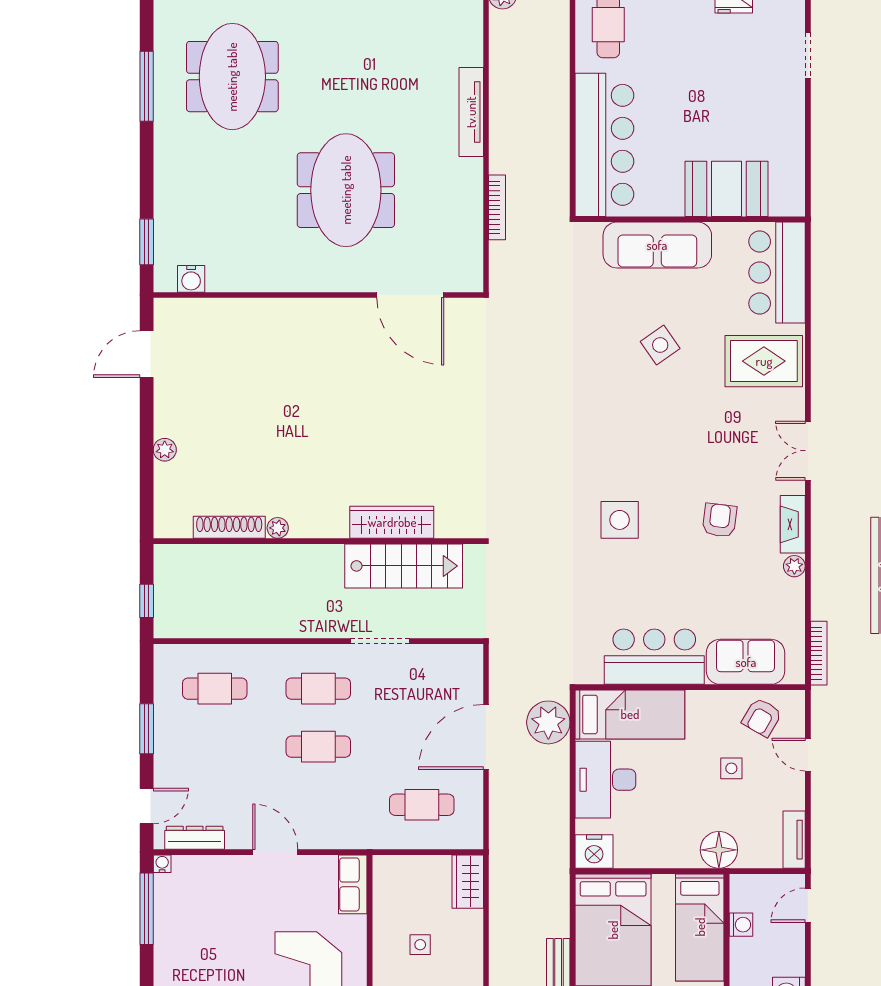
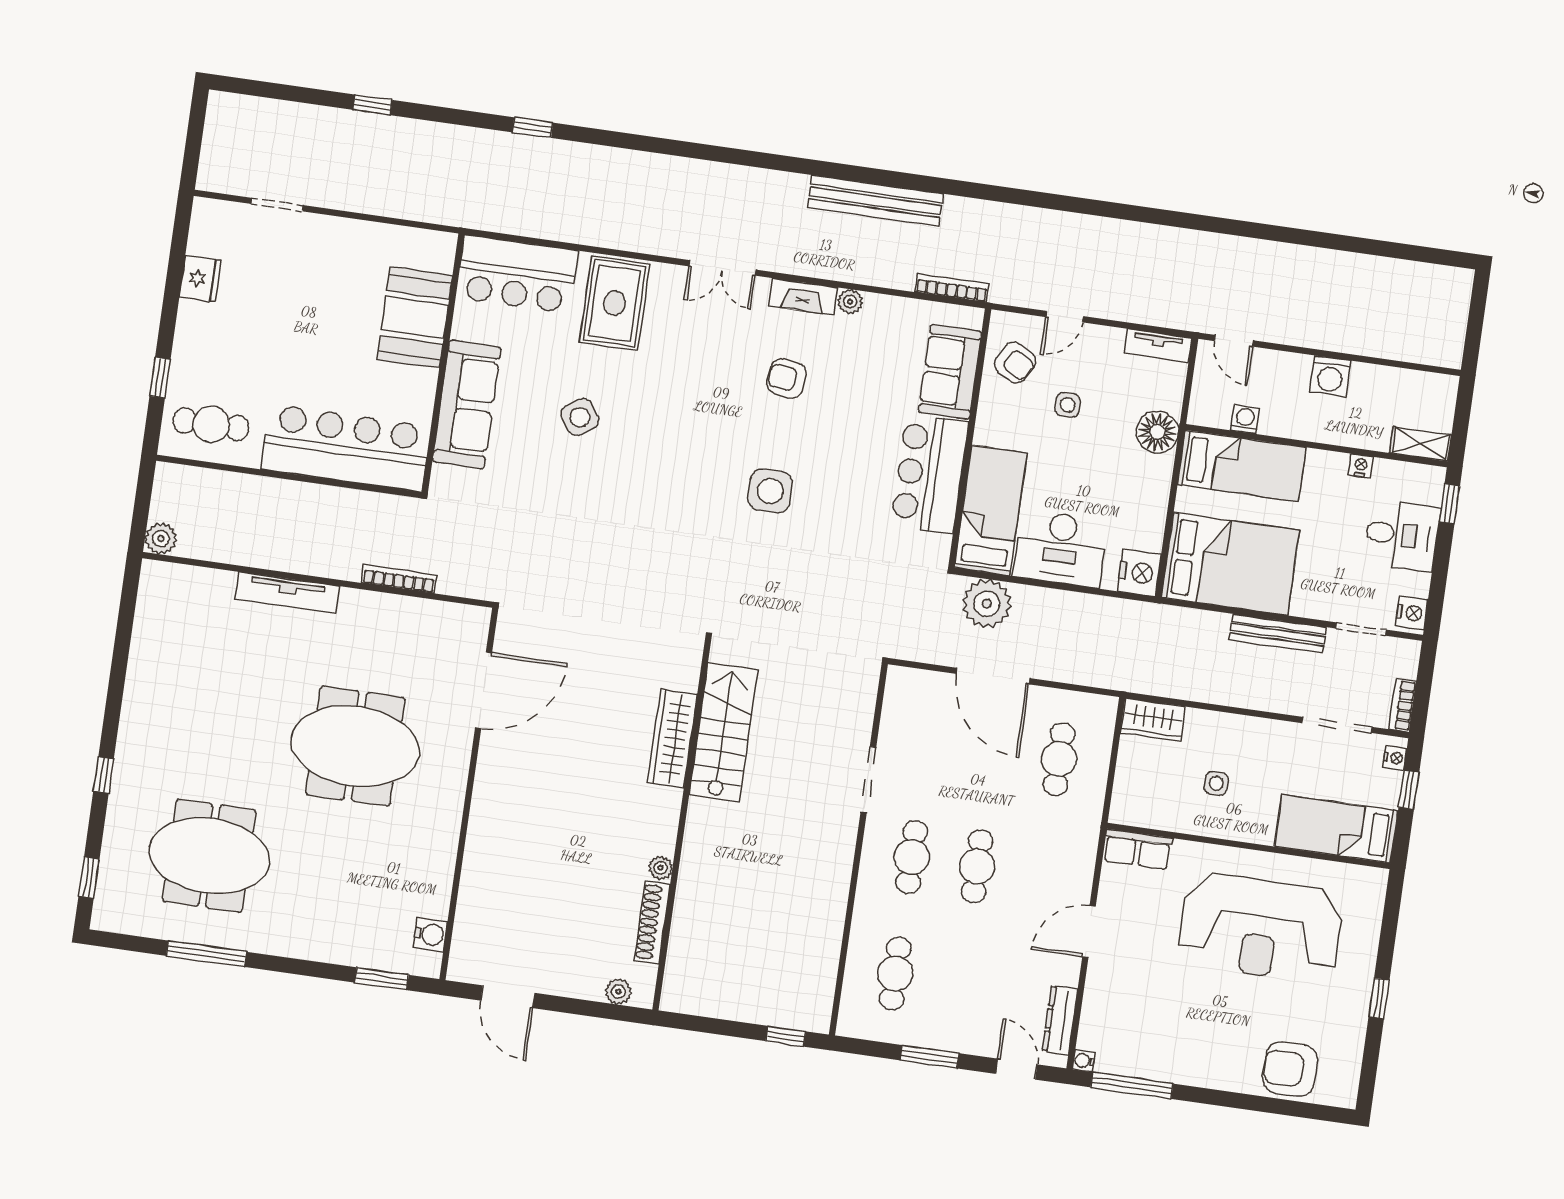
wardrobe: (392, 522) -> (672, 739), moved
shoe rack: (229, 527) -> (652, 922), moved
plant: (278, 528) -> (661, 868), moved
wall: (318, 541) -> (682, 824), moved
stairs: (404, 566) -> (724, 732), moved

